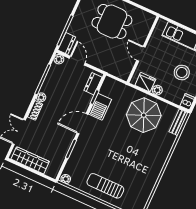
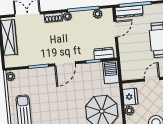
dresser: (67, 44) -> (129, 12), width x1.44
plant: (59, 59) -> (97, 14), moved
barbecue: (100, 107) -> (111, 72), moved, turned 90
door: (82, 124) -> (65, 64), swing flipped

